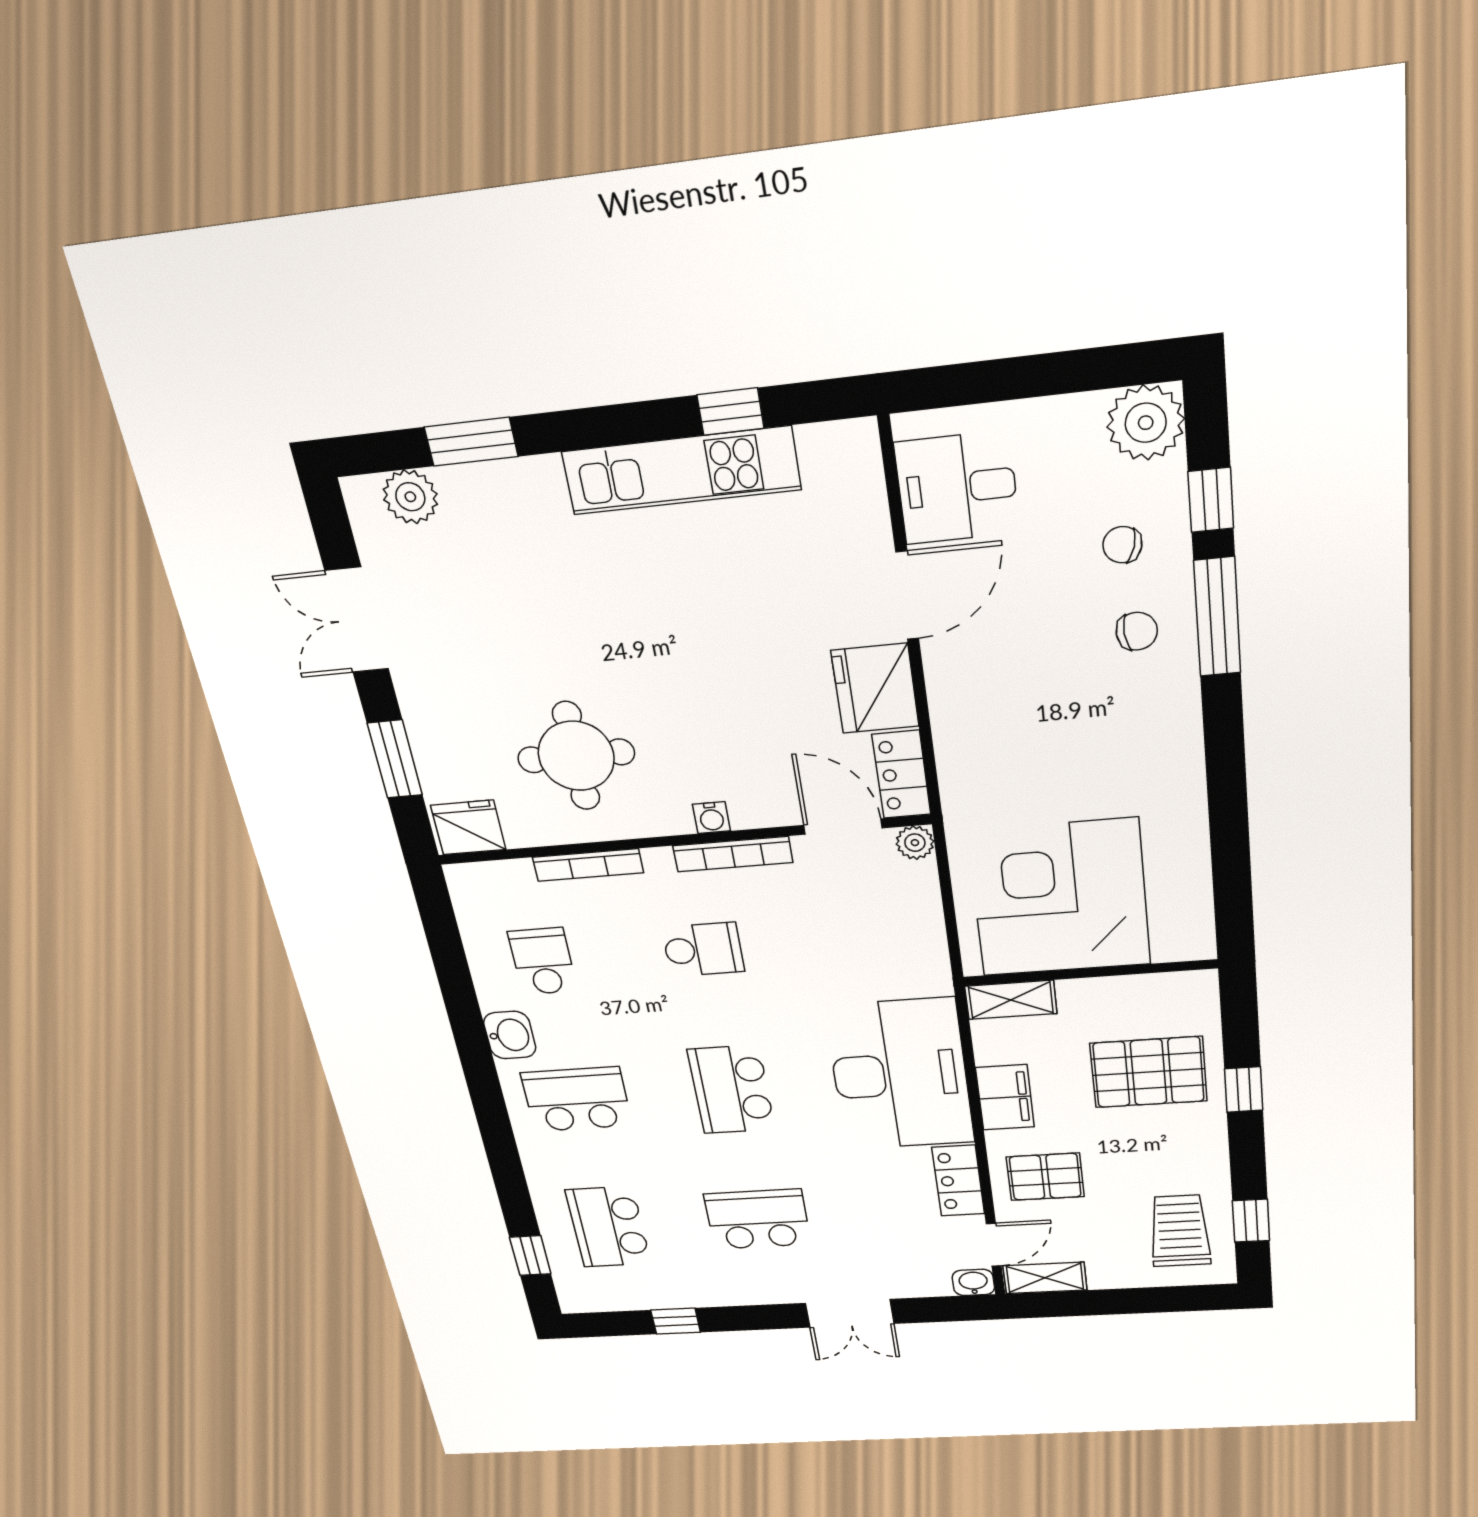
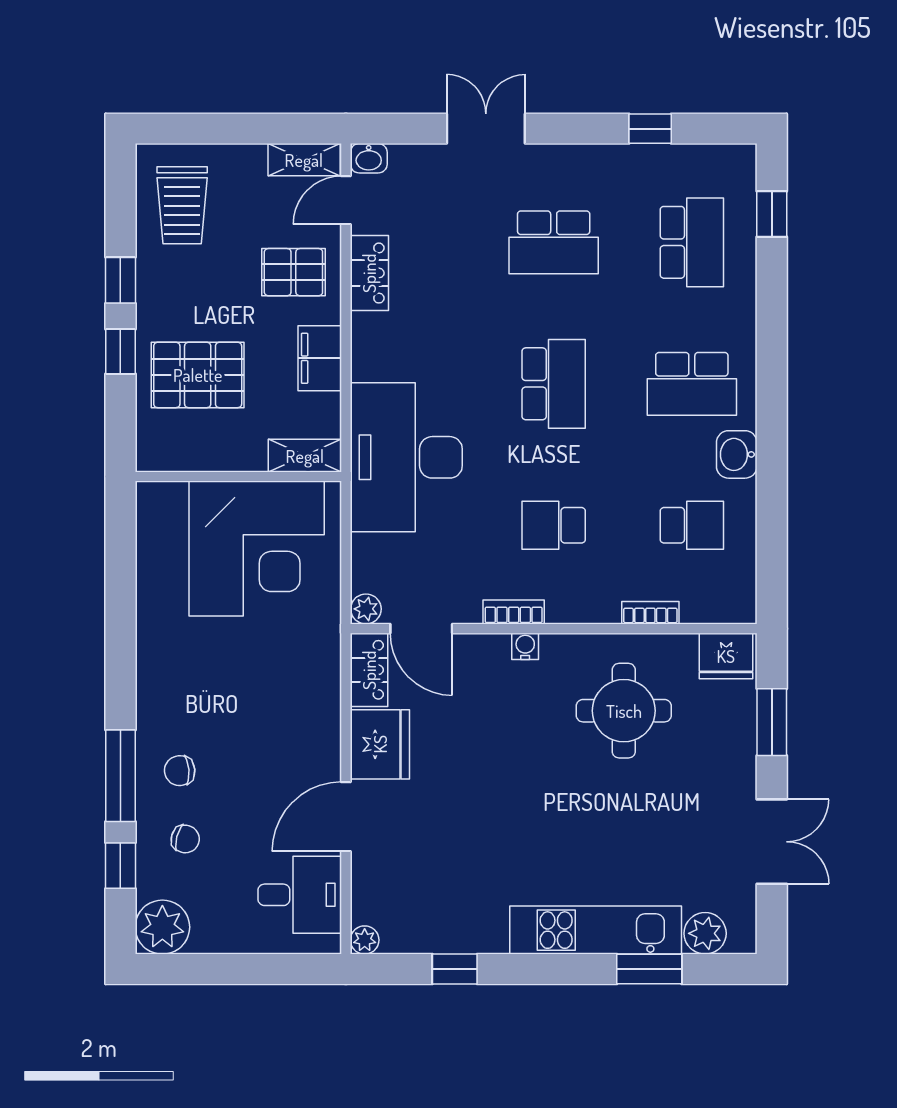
plant: (860, 437) -> (365, 940), added
kitchen unit: (681, 471) -> (596, 930), moved
bookcase: (733, 854) -> (514, 612), width x0.64
bookcase: (588, 865) -> (650, 613), width x0.64
school desk: (543, 961) -> (692, 525), turned -90
desk: (900, 1075) -> (406, 457), moved
window: (1251, 1221) -> (120, 280), moved

